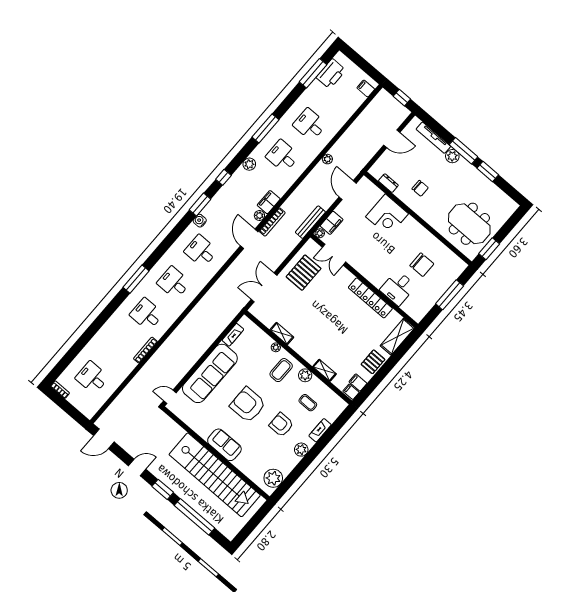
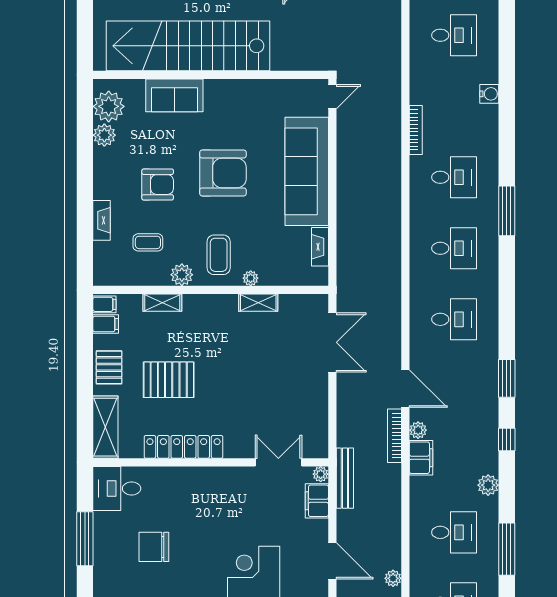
water cooler: (200, 221) -> (489, 94), moved
pallet: (304, 273) -> (169, 380), moved, turned 90
desk: (398, 288) -> (117, 488), moved, turned -90
sofa: (224, 445) -> (174, 95), moved
plant: (301, 450) -> (104, 135), moved

